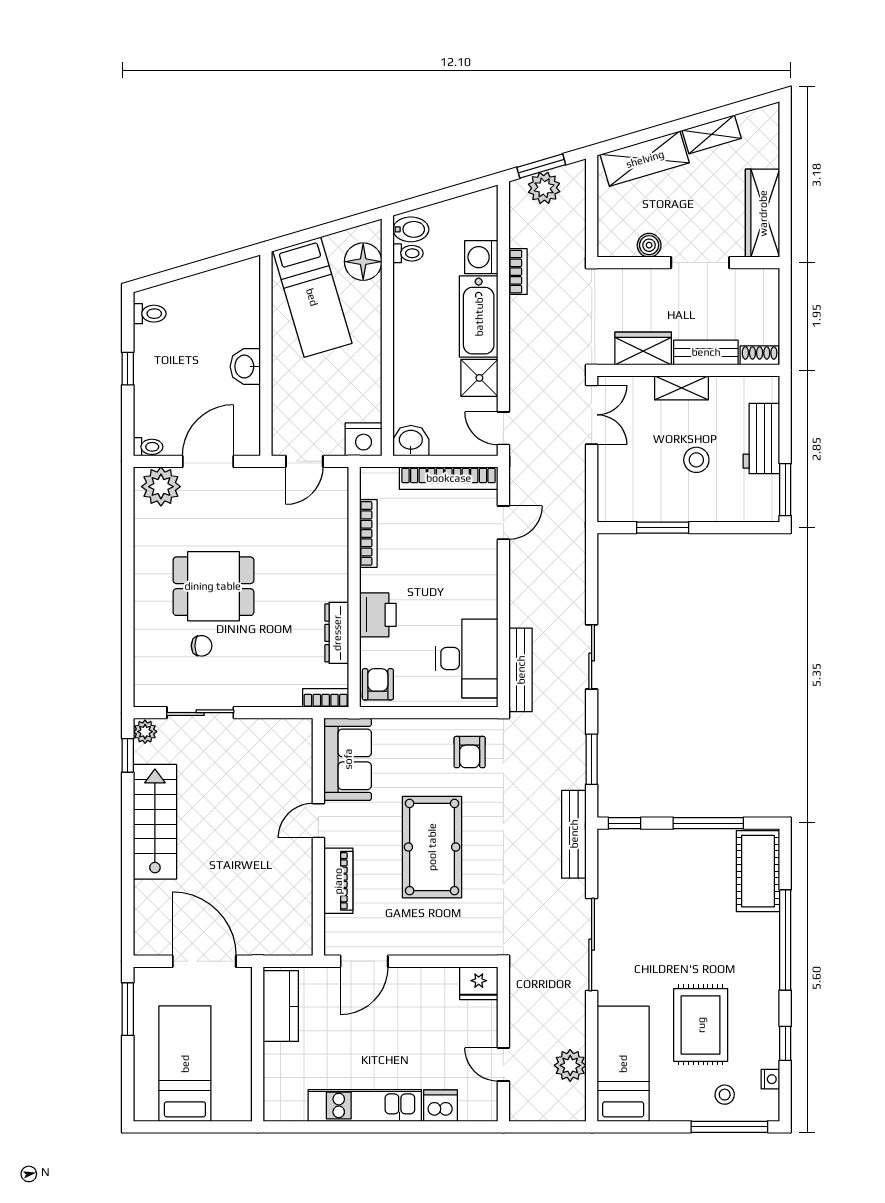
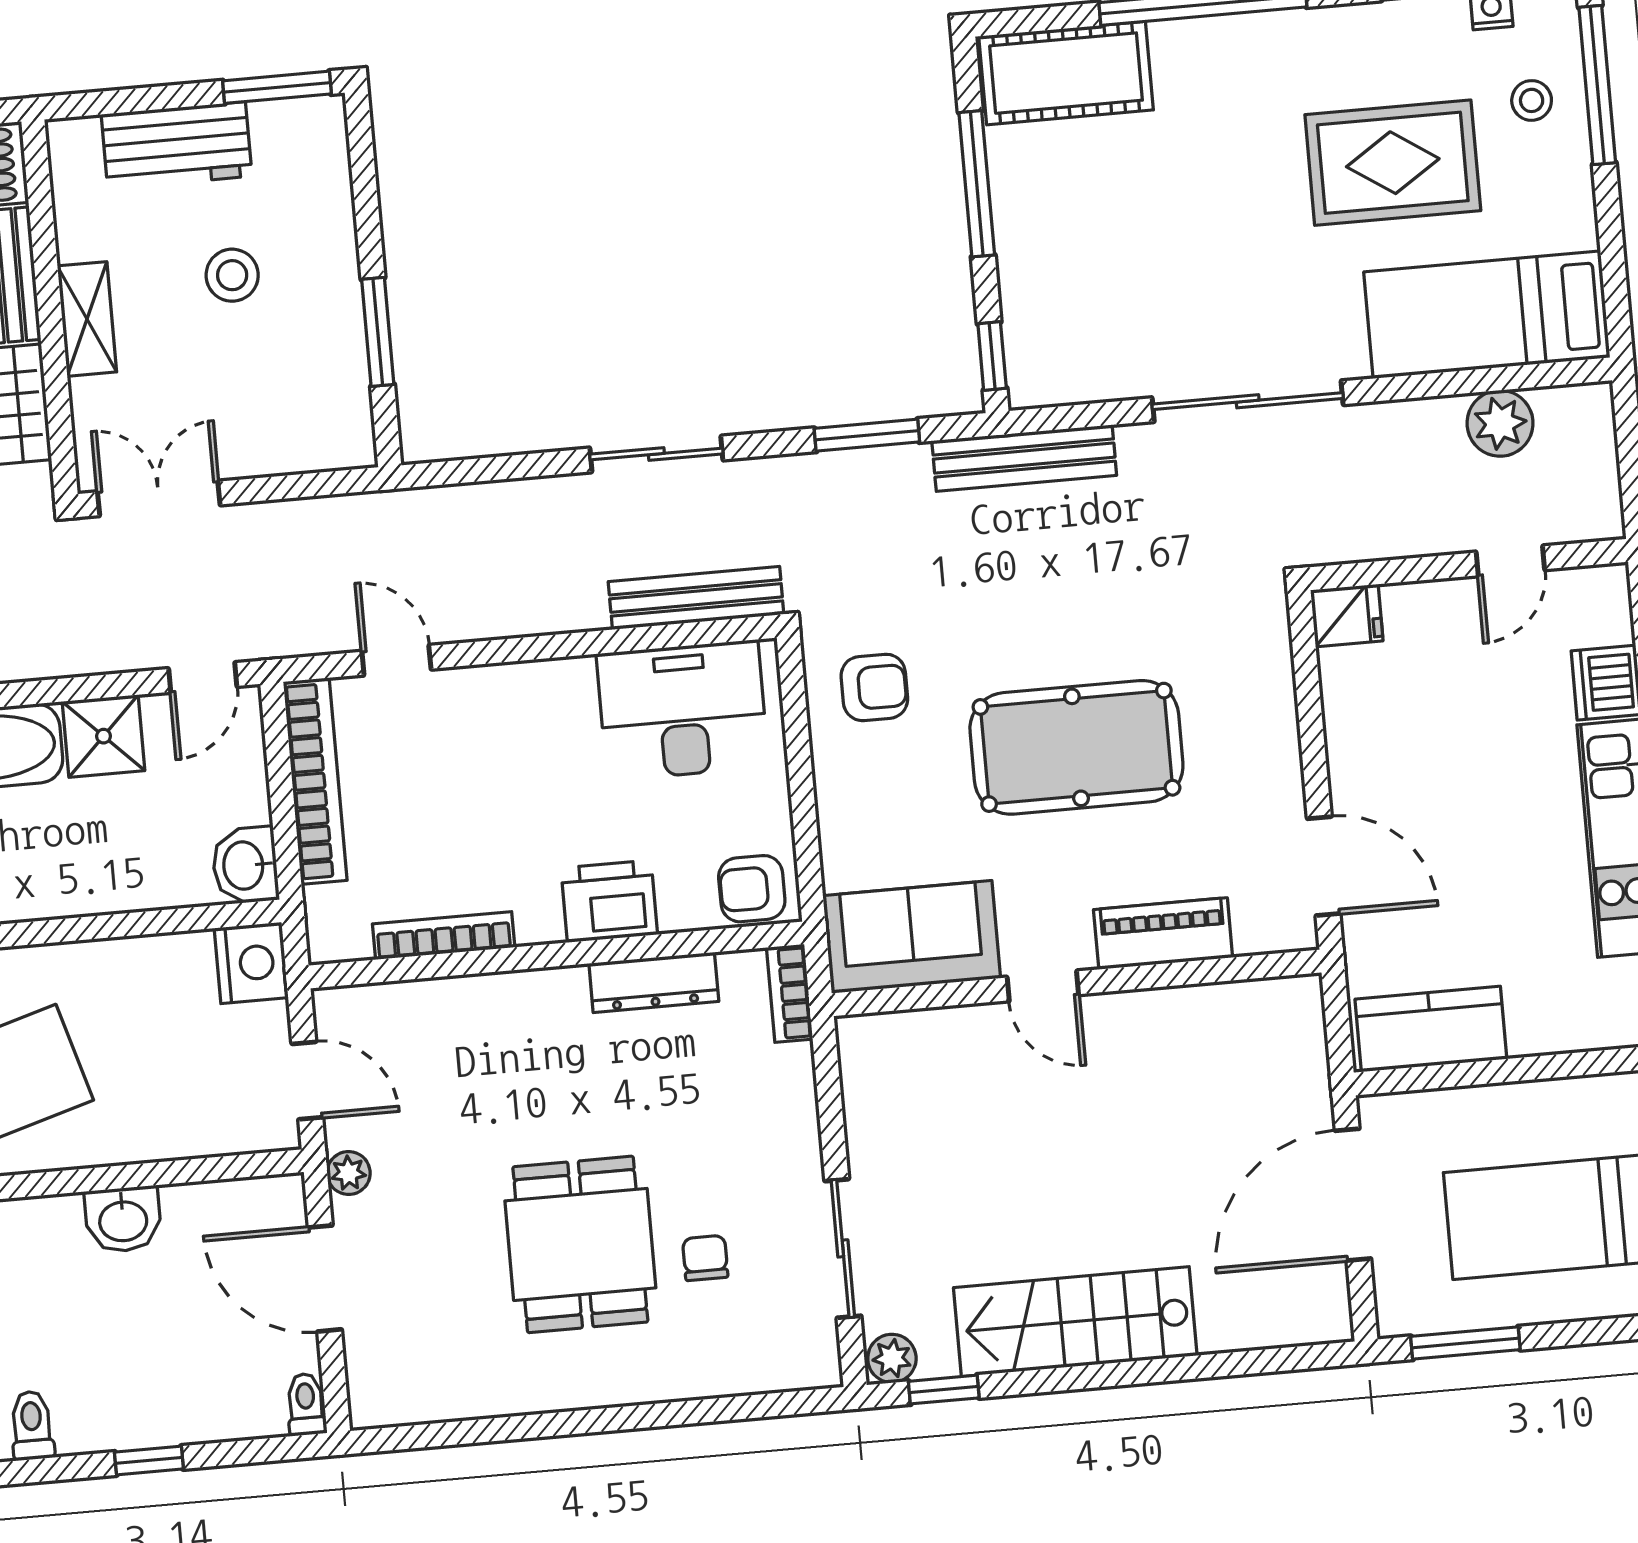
plant: (161, 487) -> (349, 1173), moved, width x0.53, depth x0.53
fridge: (479, 983) -> (1347, 615), width x0.72

